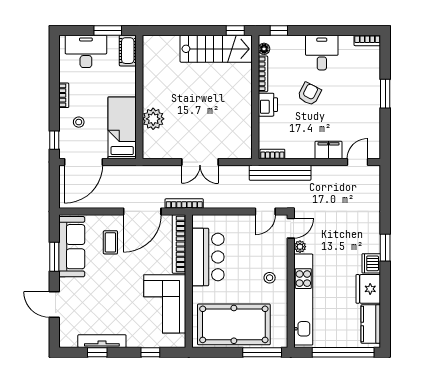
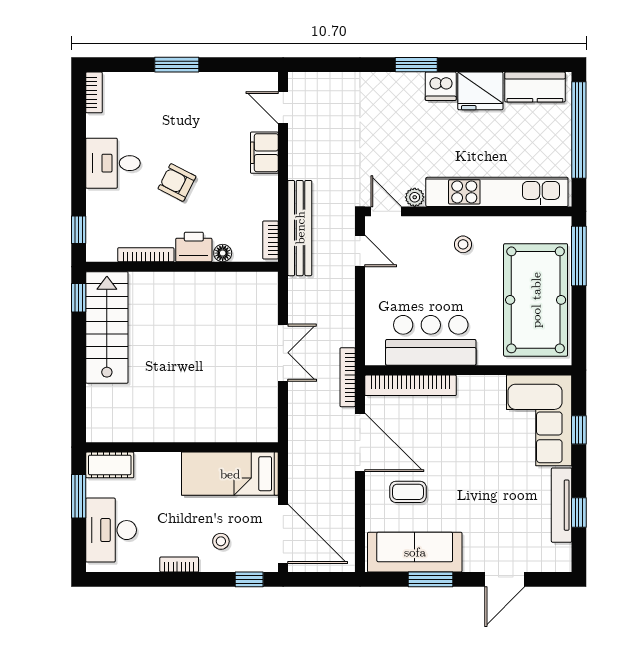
floor lamp: (264, 49) -> (223, 253), moved
plant: (153, 119) -> (216, 425), removed
corner sofa: (165, 304) -> (539, 420), moved, turned 90

